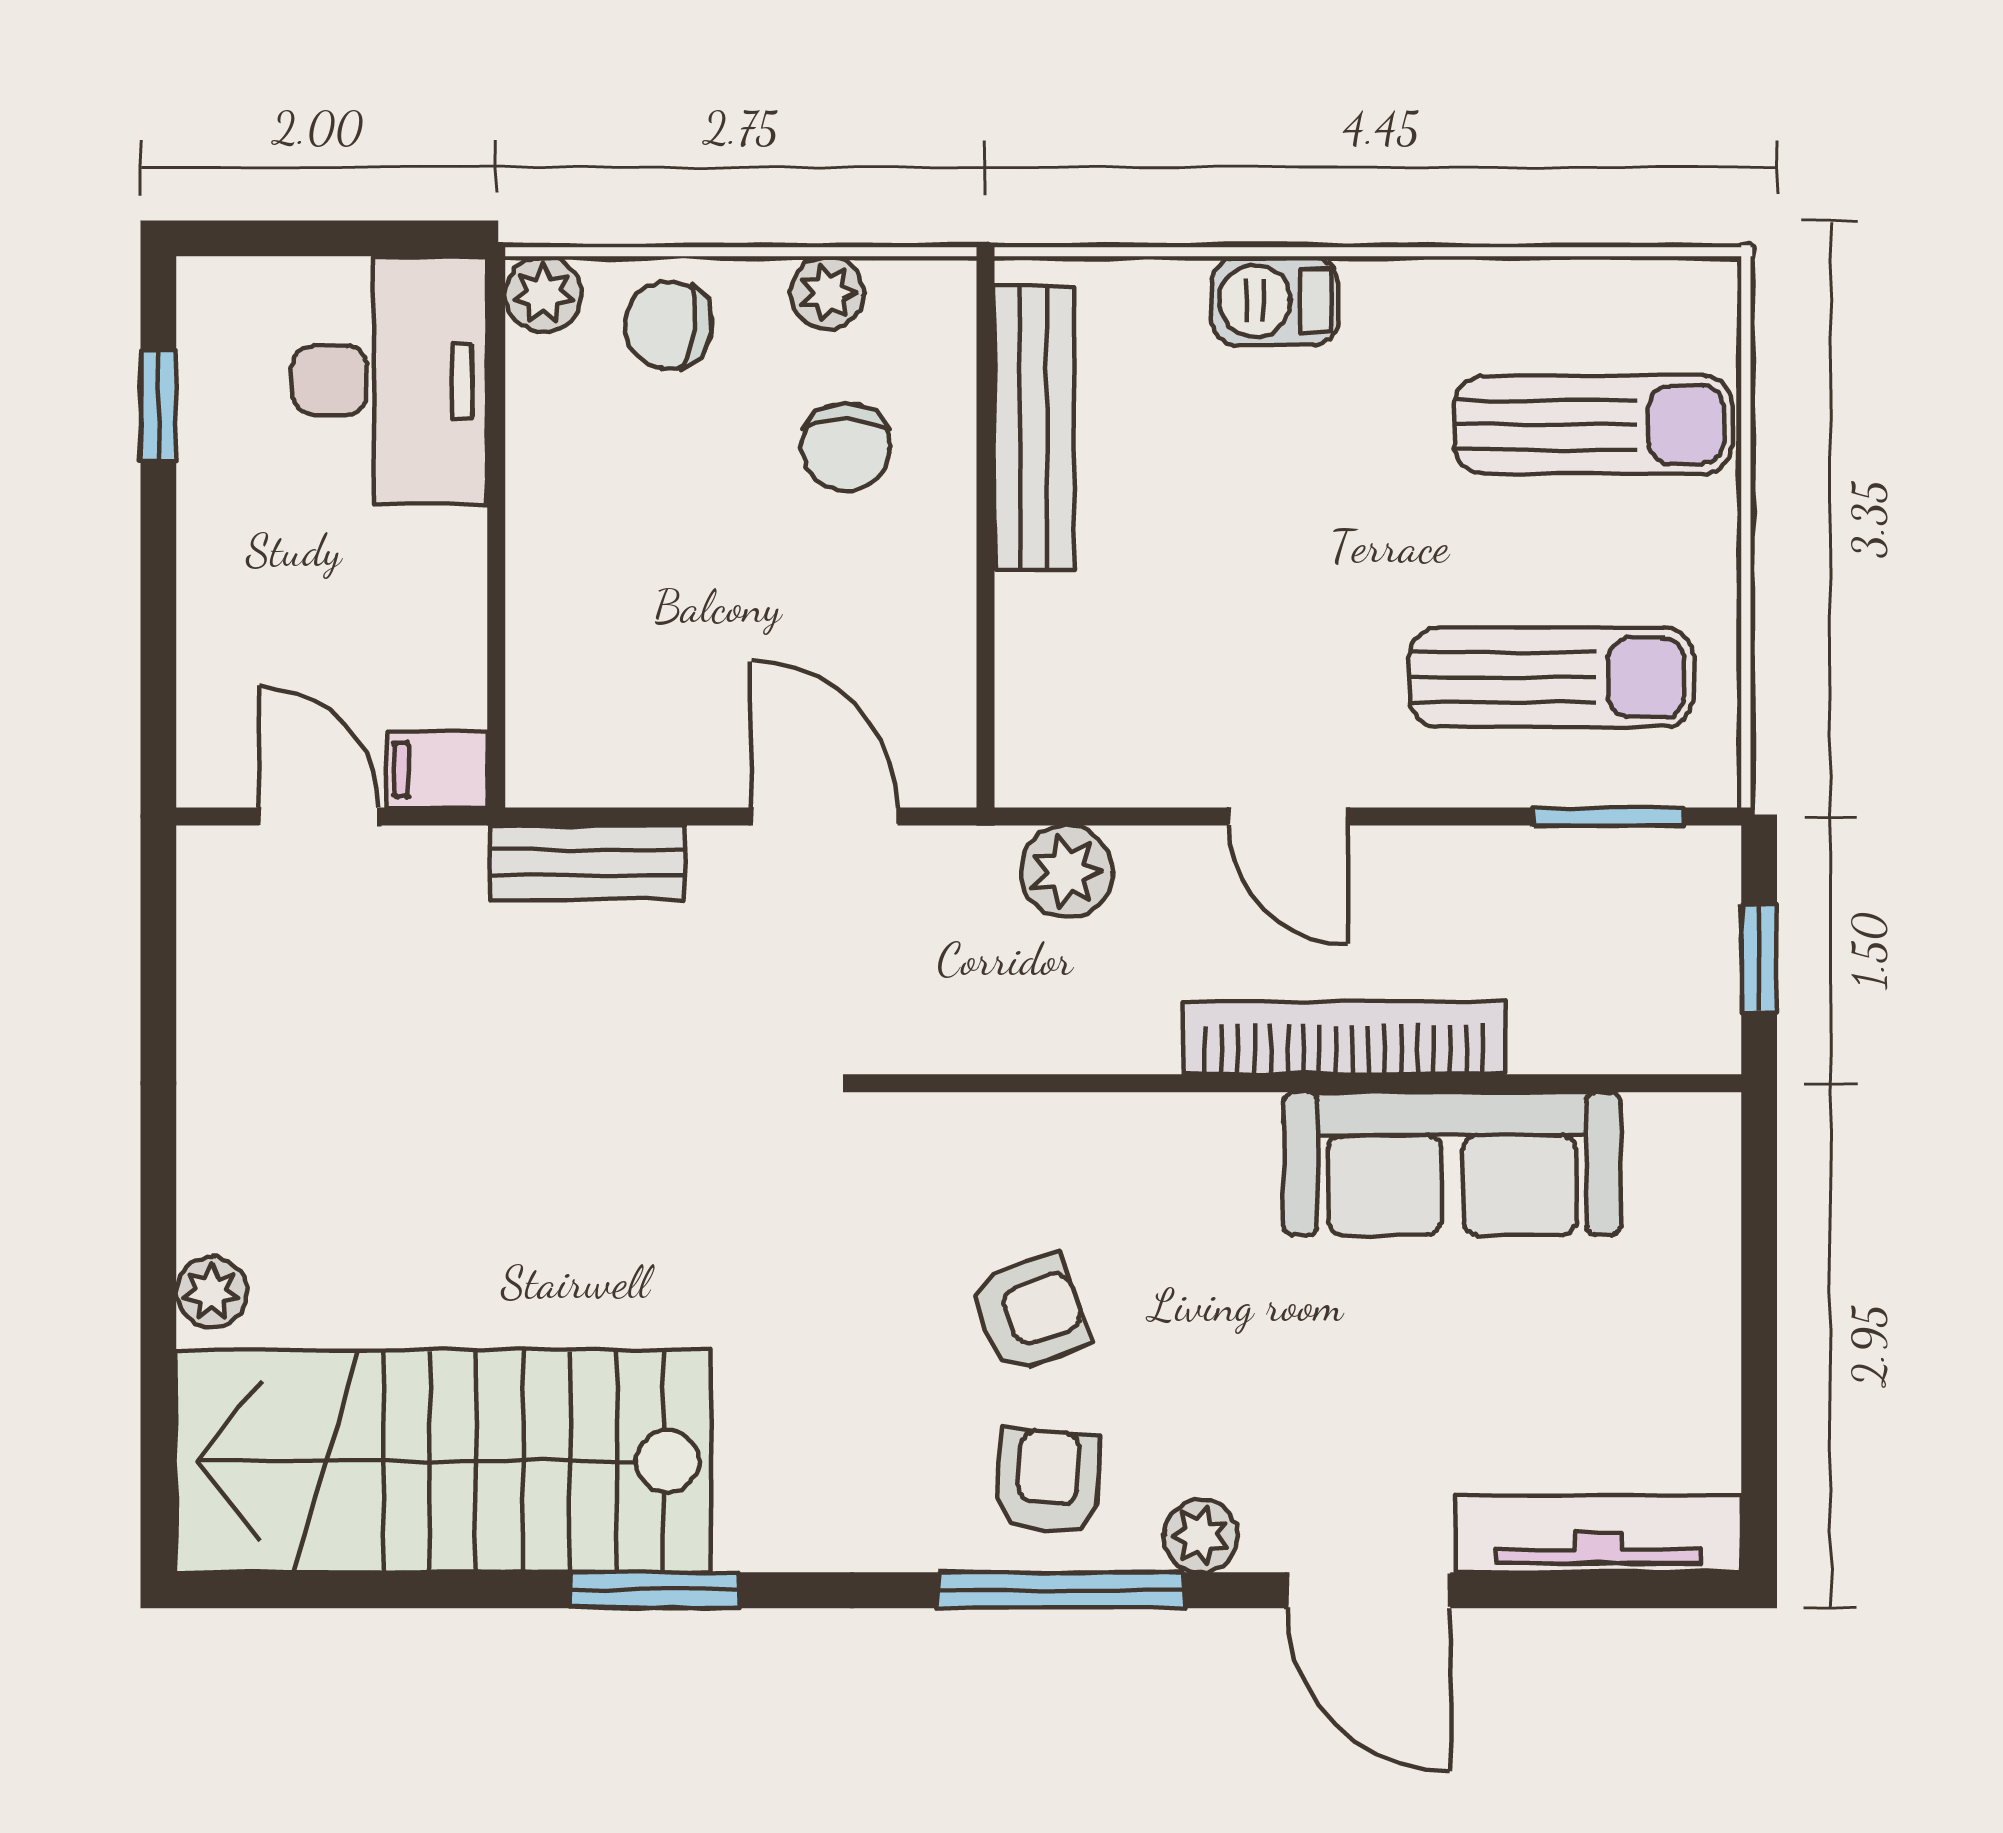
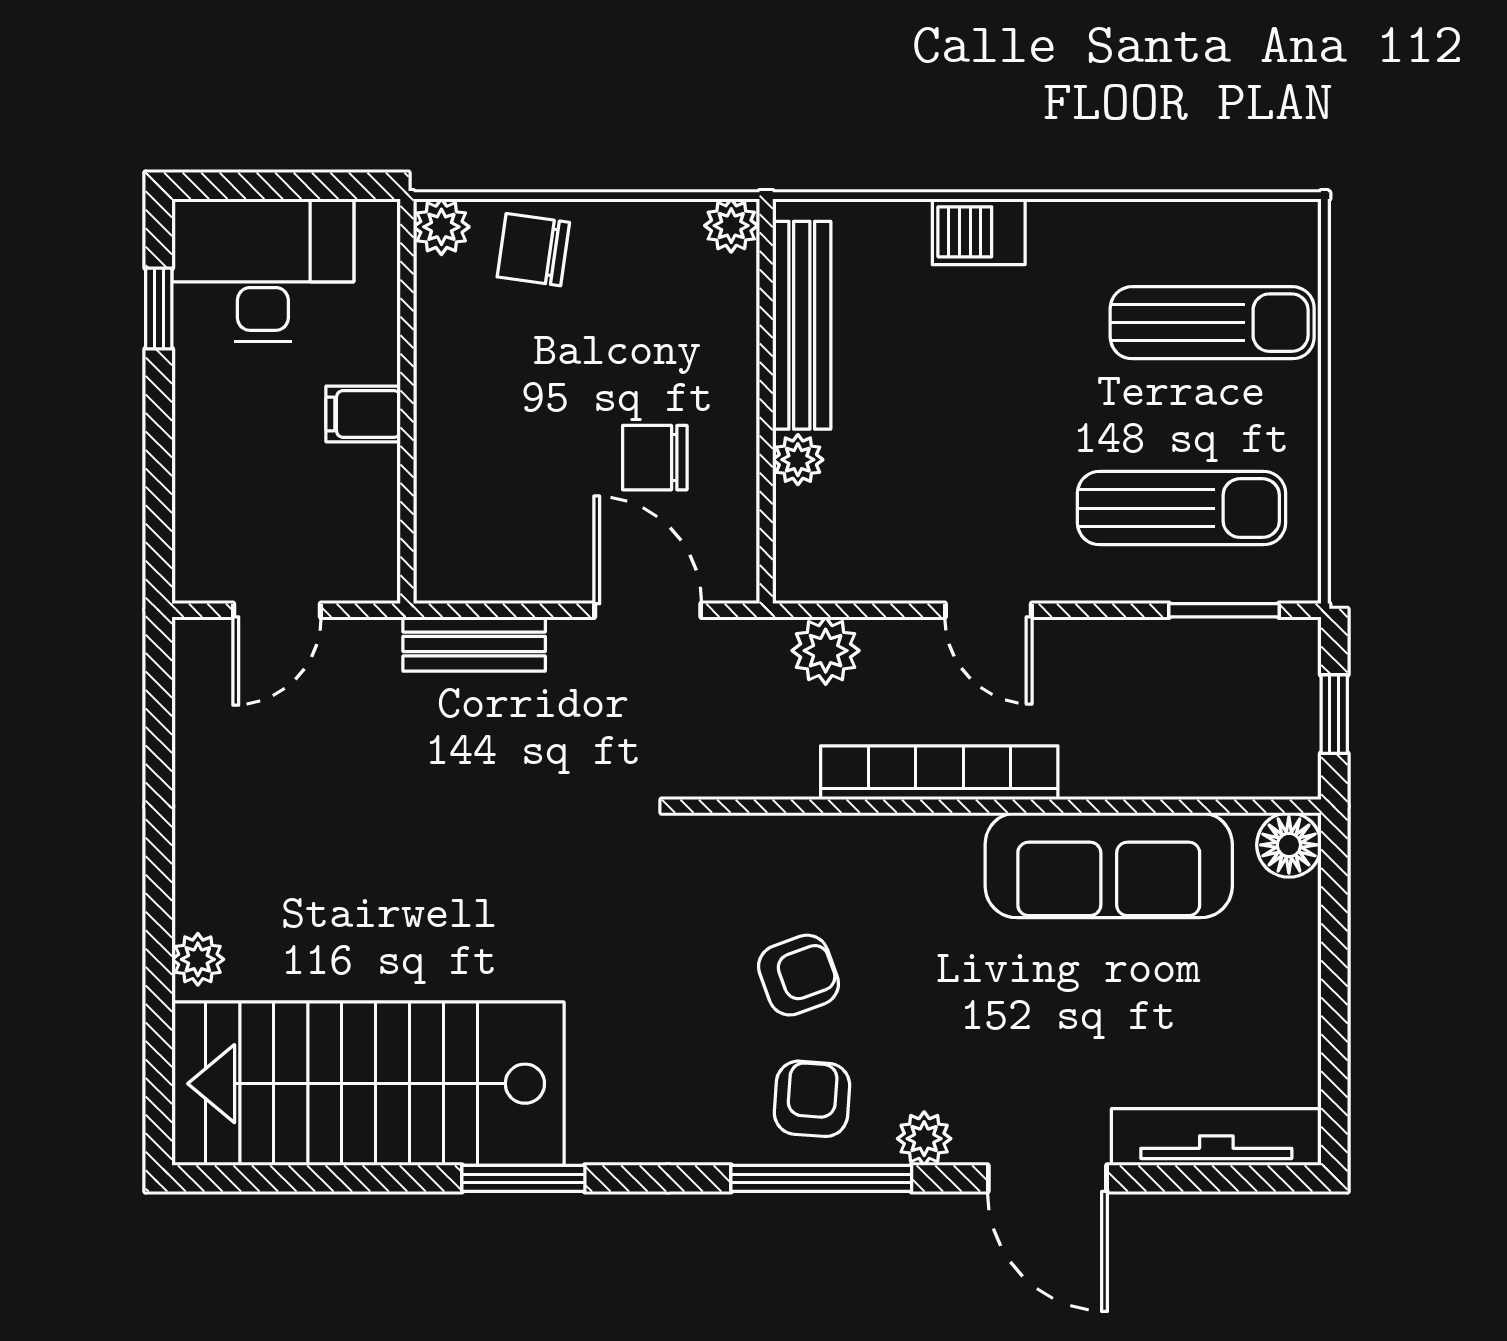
plant: (827, 293) -> (731, 226), moved
desk: (390, 380) -> (263, 270), moved, turned -90
chair: (846, 448) -> (655, 458), moved, turned 90
plant: (1029, 611) -> (798, 460), added
filing cabinet: (437, 770) -> (363, 414), moved
door: (319, 816) -> (277, 610), swing flipped
bookcase: (1344, 1038) -> (939, 773), moved
floor lamp: (1697, 1136) -> (1289, 845), added

